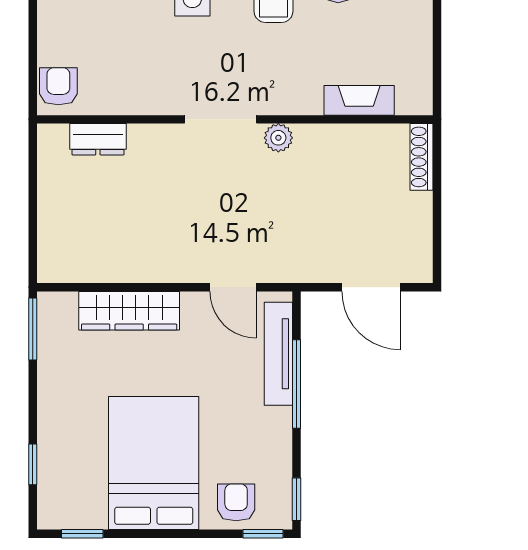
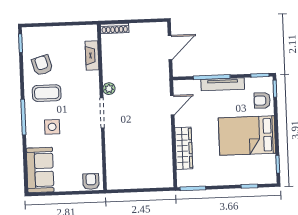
armchair: (58, 86) -> (91, 181), turned 90
dresser: (98, 139) -> (112, 164), removed
tv unit: (278, 354) -> (223, 84), moved

